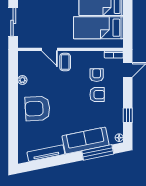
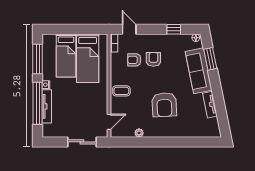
door: (49, 49) -> (109, 122), moved
armchair: (37, 109) -> (164, 105), moved
window: (98, 152) -> (210, 59), width x0.69
tv unit: (46, 153) -> (210, 105), width x0.71

